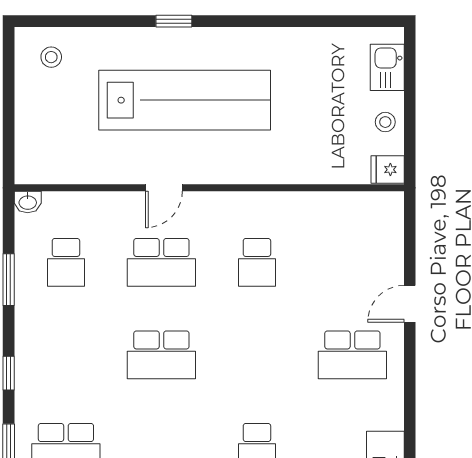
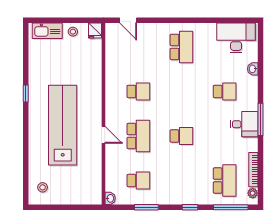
window: (174, 21) -> (26, 93), moved
kitchen sink: (387, 67) -> (47, 31), width x1.38
door: (410, 304) -> (128, 20), moved
school desk: (161, 355) -> (181, 136), width x0.54

